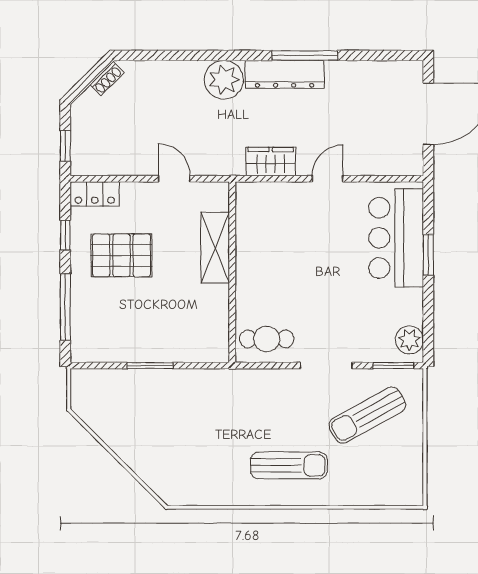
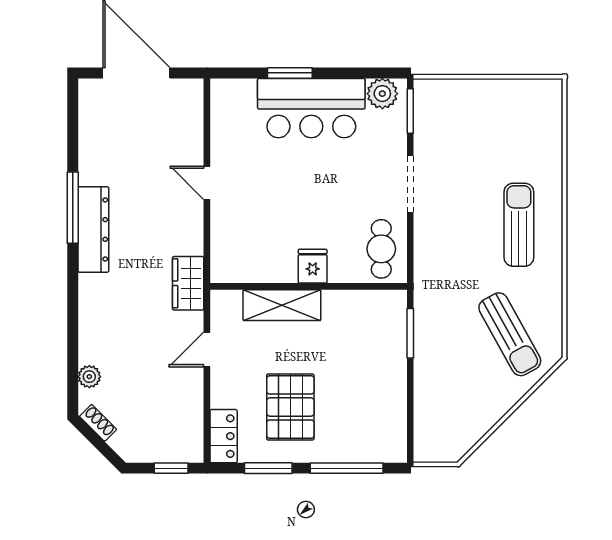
plant: (224, 80) -> (89, 377), moved, width x0.53, depth x0.53
wardrobe: (271, 161) -> (188, 283), moved
window: (65, 235) -> (268, 468), width x1.50
bar counter: (396, 238) -> (311, 108), moved
fridge: (251, 276) -> (313, 266), added
window: (150, 366) -> (410, 333), moved
sun lounger: (367, 415) -> (510, 334), moved

